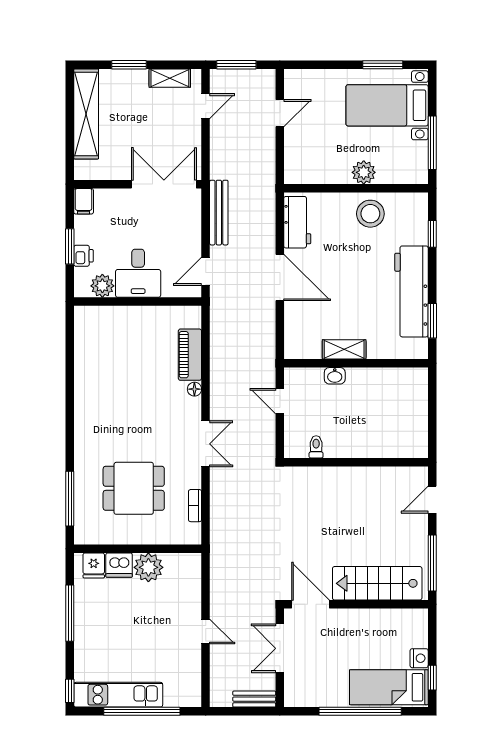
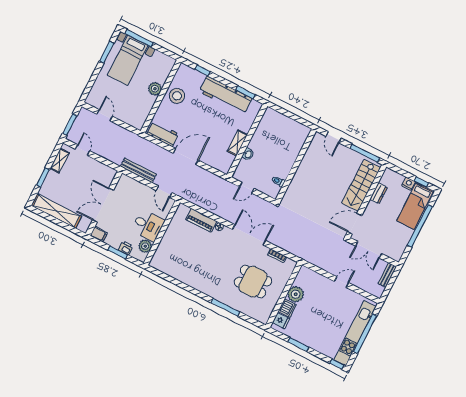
window: (432, 143) -> (139, 38), moved
double door: (164, 184) -> (103, 205), moved
double door: (206, 444) -> (249, 235), width x1.37
dining table: (134, 488) -> (253, 282), turned 90
window: (70, 499) -> (225, 307), moved
window: (70, 613) -> (298, 345), width x0.69
dresser: (379, 618) -> (379, 193), added
kitchen unit: (118, 695) -> (355, 333), width x1.36

